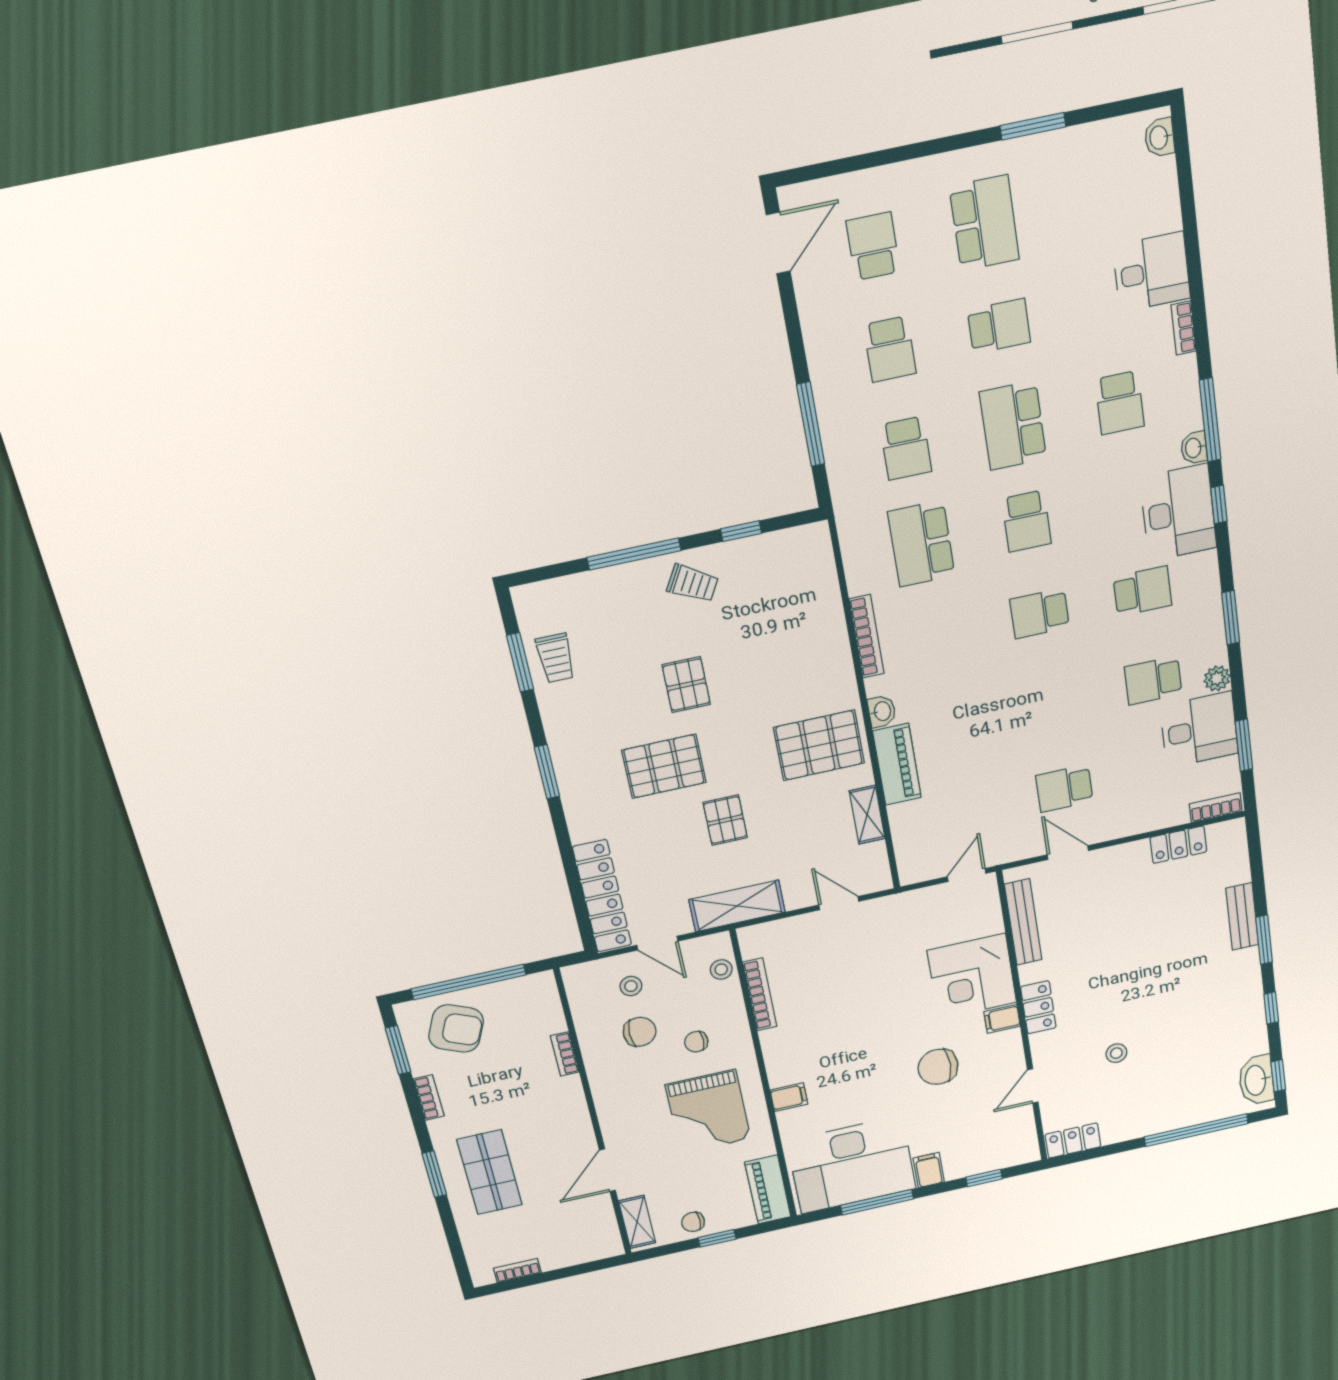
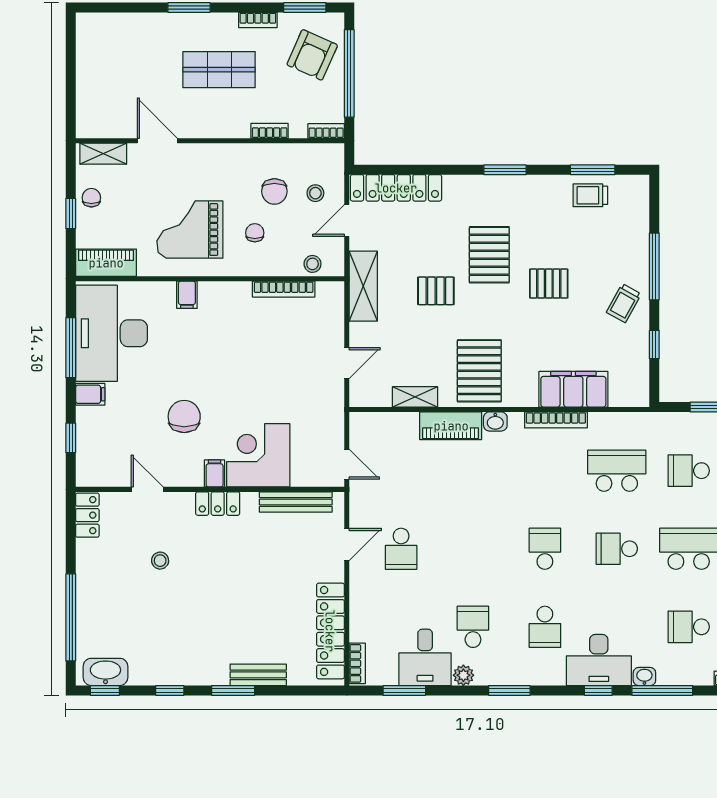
filing cabinet: (822, 623) -> (573, 389), added
school desk: (1064, 788) -> (401, 549), turned 180
locker: (1178, 845) -> (330, 631), width x2.16, depth x1.21
shop shelf: (490, 1172) -> (219, 70), moved
bookcase: (517, 1271) -> (326, 131), moved, turned -90

